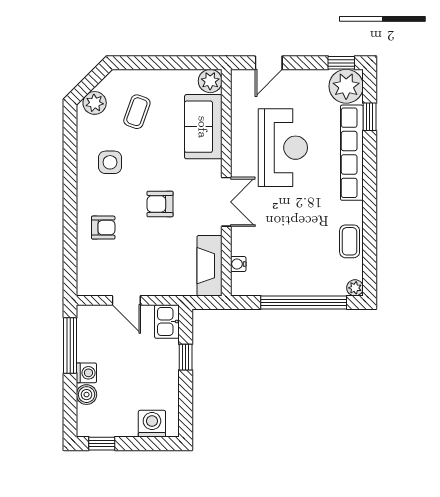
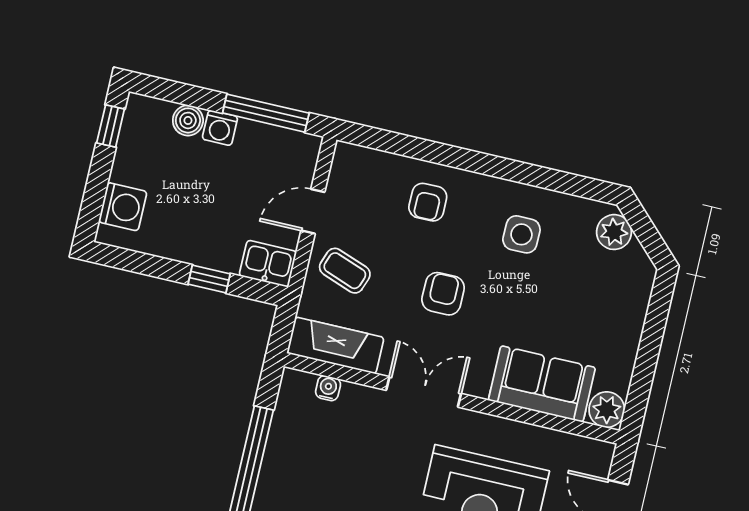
coffee table: (137, 112) -> (345, 271), moved
double door: (226, 202) -> (424, 392), swing flipped

